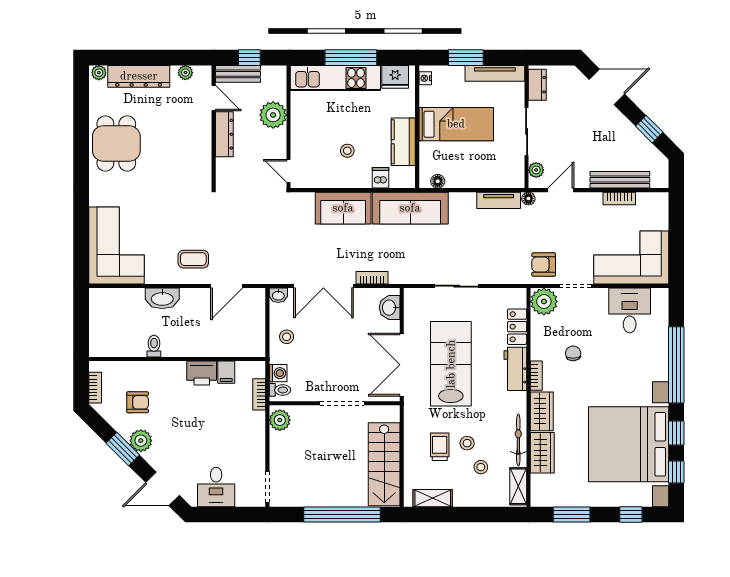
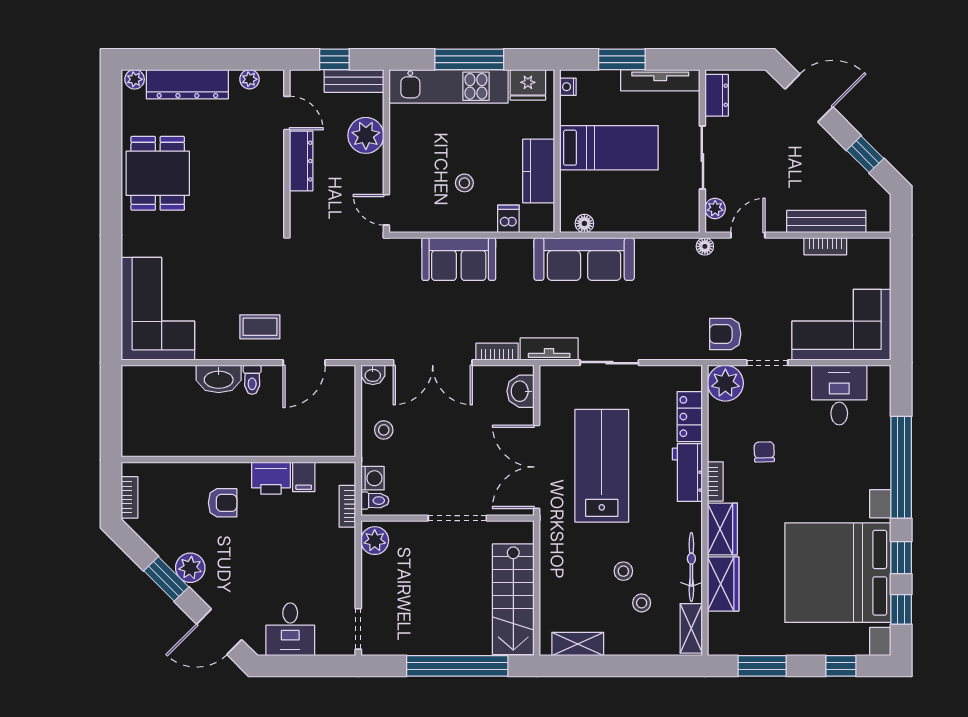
bench: (238, 74) -> (354, 81), moved
tv unit: (499, 200) -> (549, 349), moved, turned 180
sofa: (410, 208) -> (584, 259), moved
toilet: (154, 346) -> (252, 380), moved, turned 180
armchair: (138, 402) -> (223, 503), moved
trolley: (440, 447) -> (587, 576), removed

